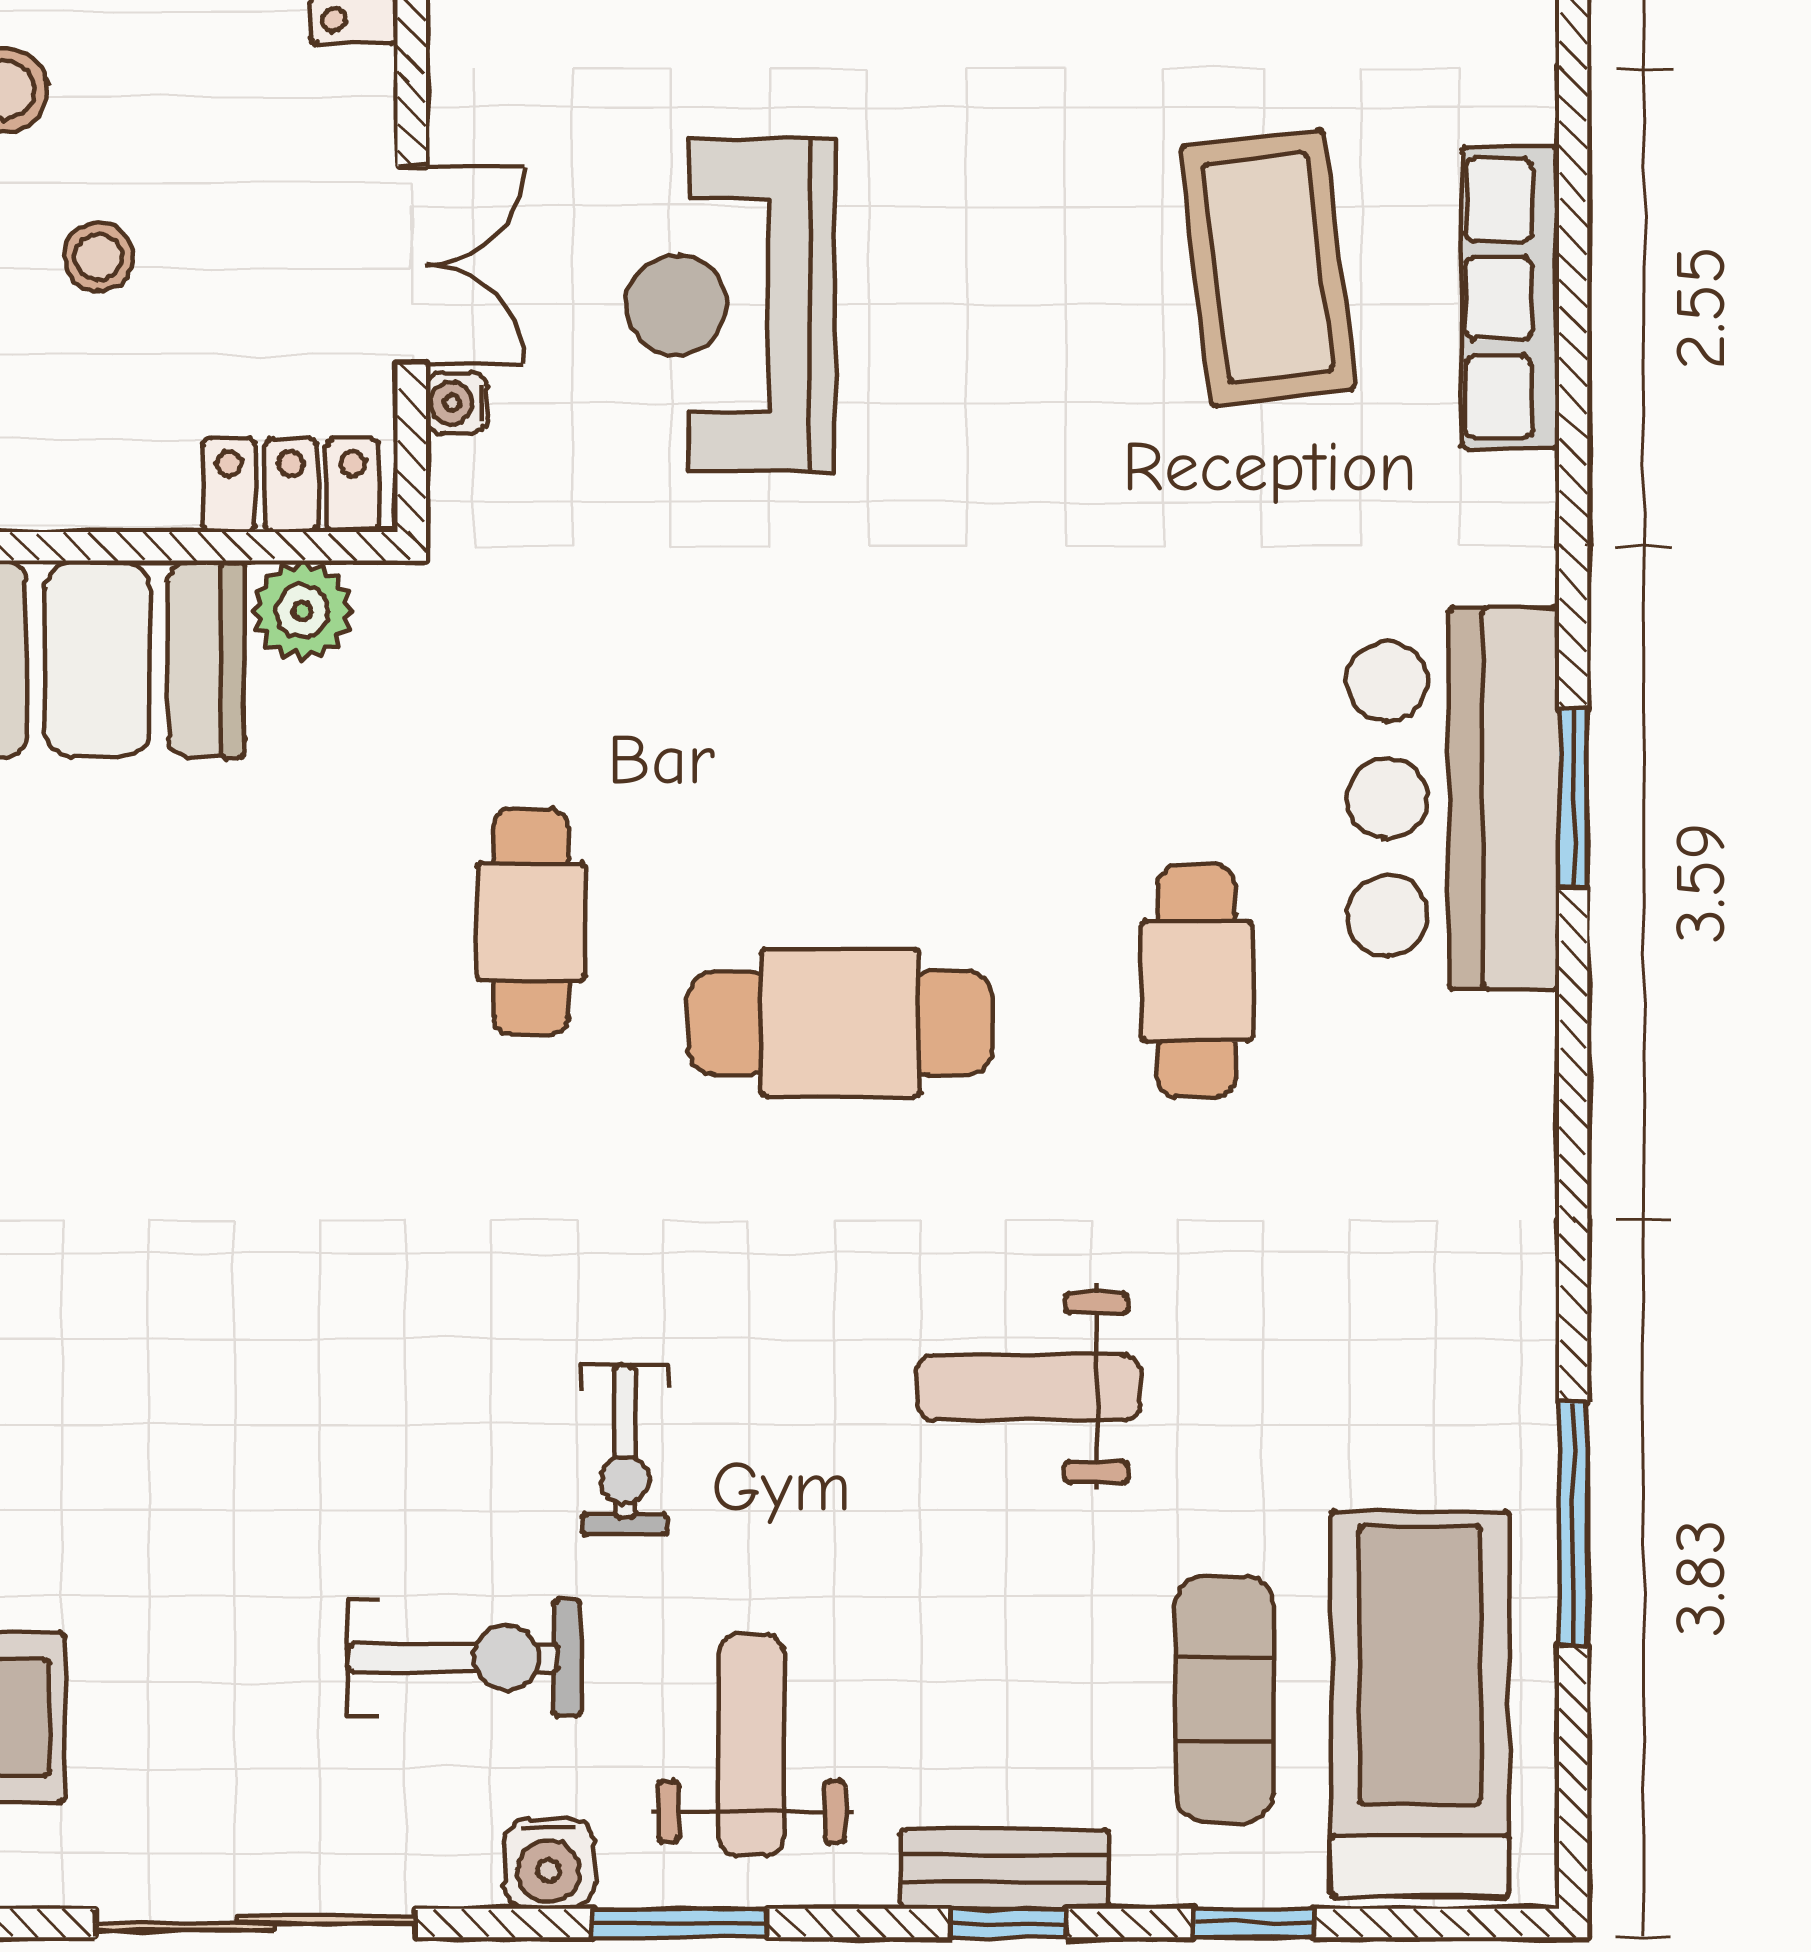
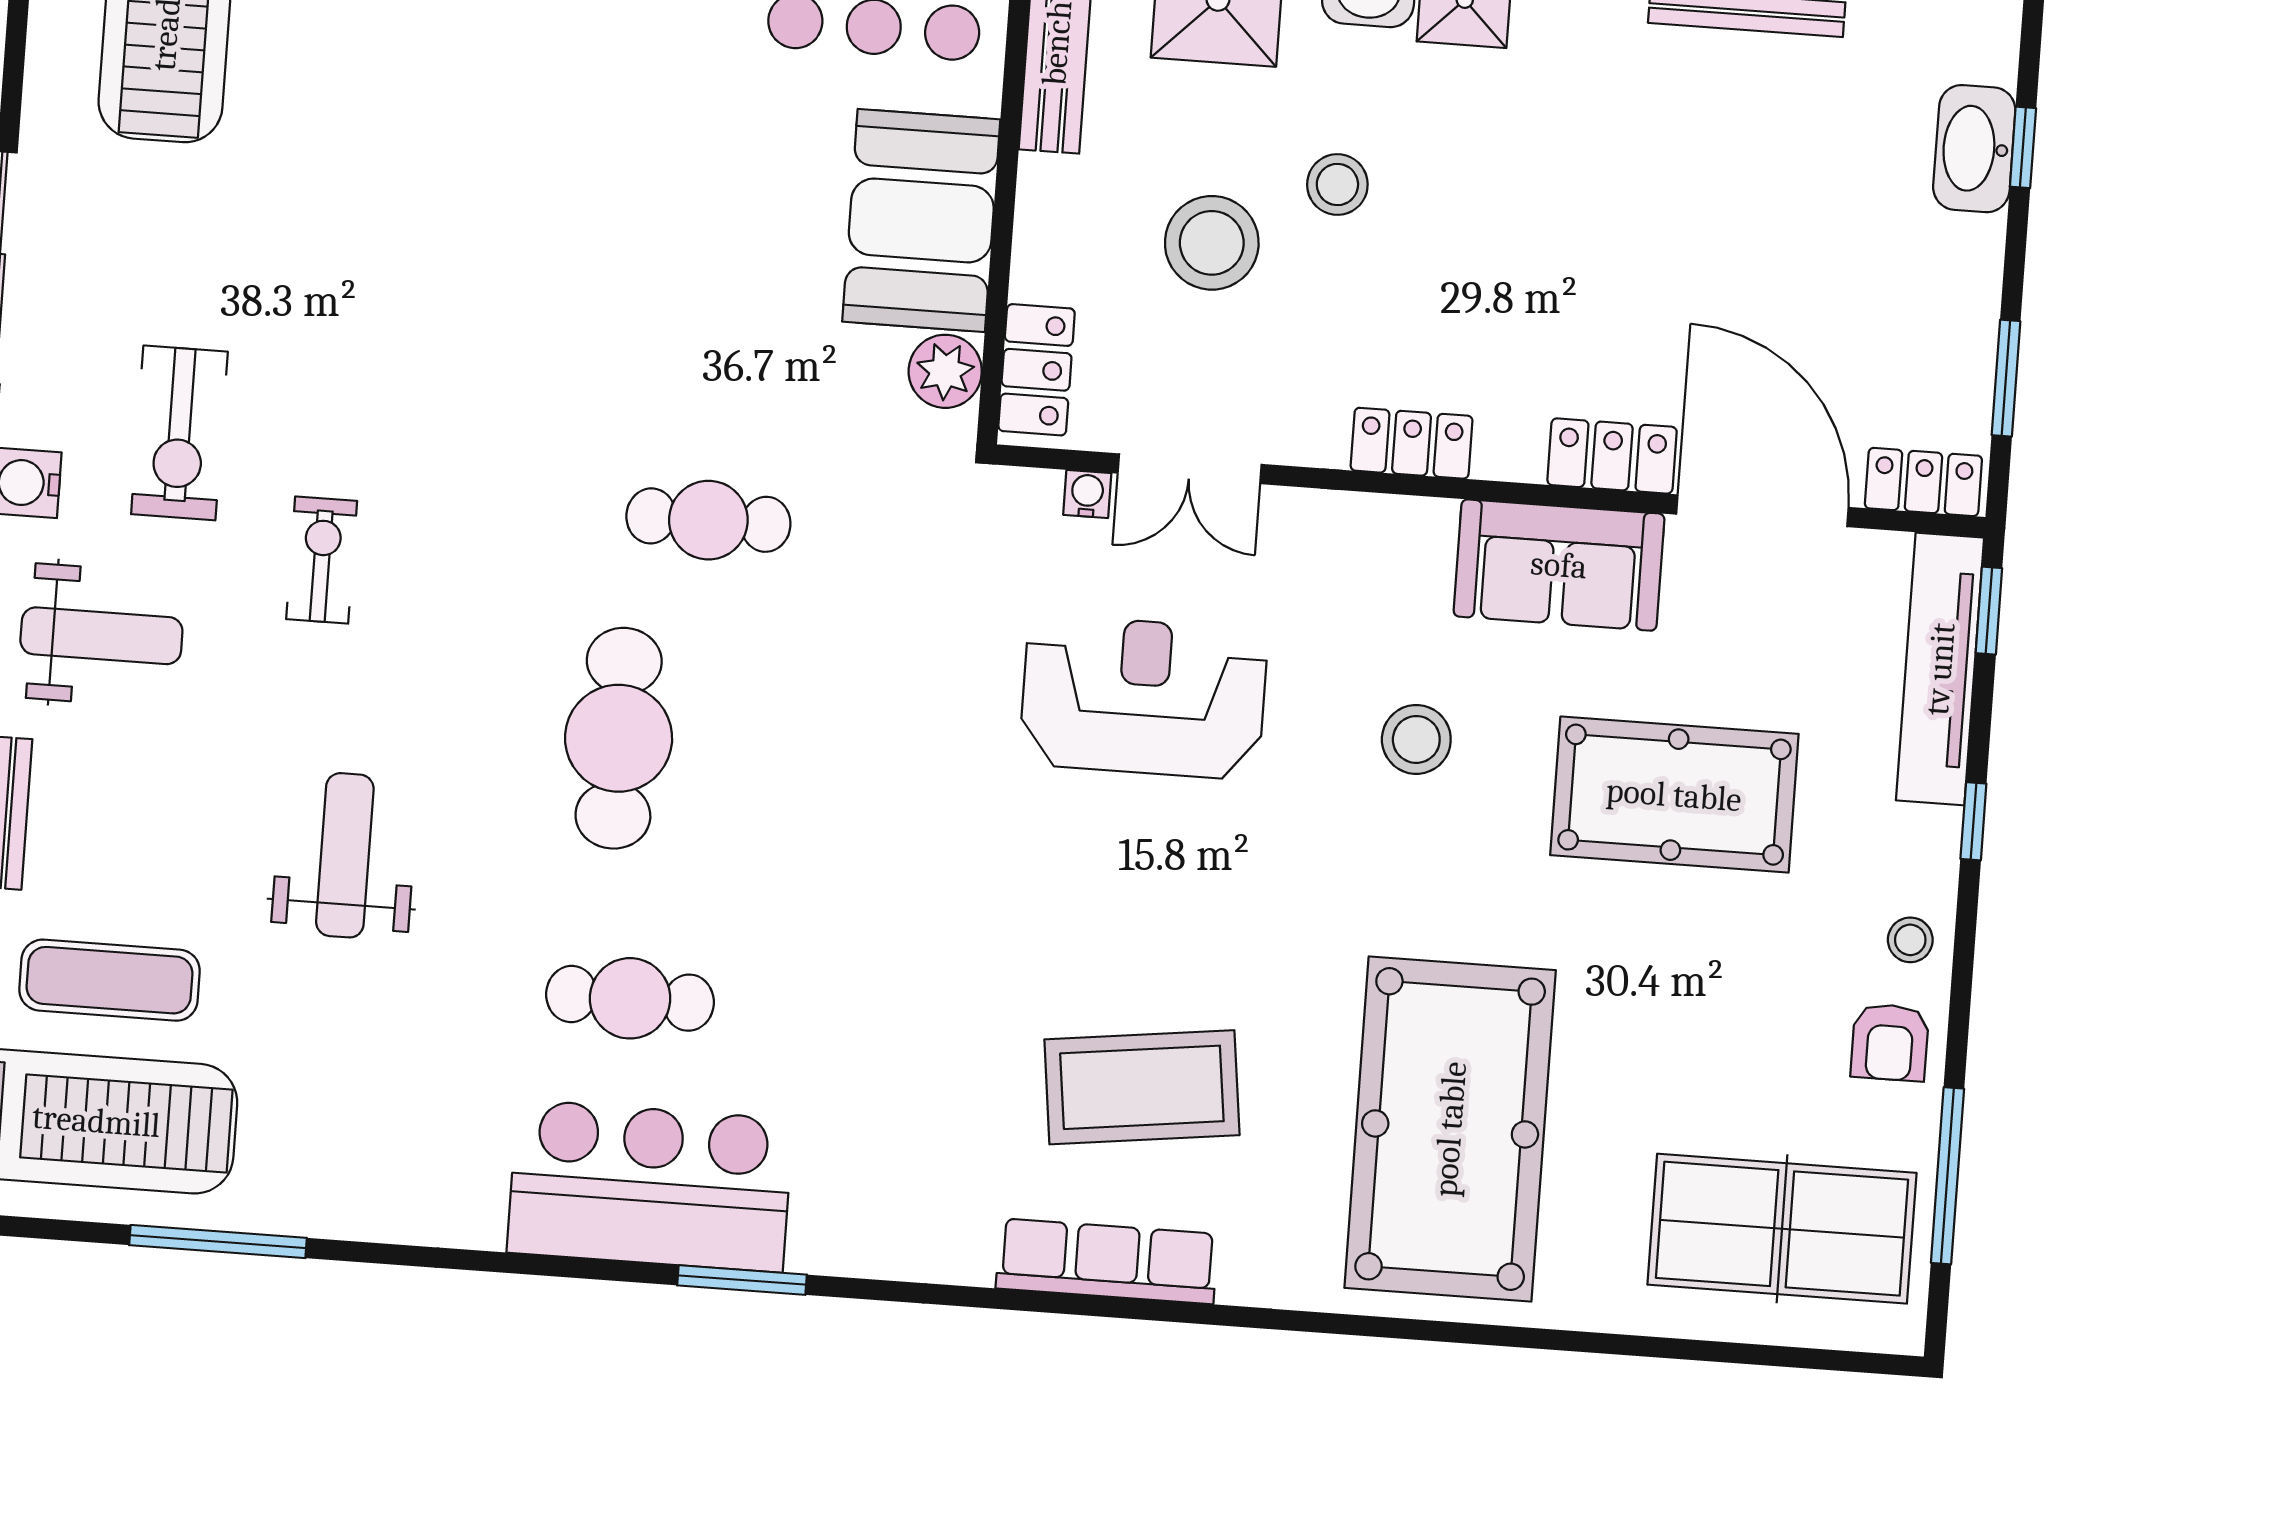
stool: (99, 257) -> (1212, 243), width x1.89, depth x1.89
bar counter: (1453, 798) -> (650, 1186), moved
exercise bike: (625, 1450) -> (322, 560), turned 90

